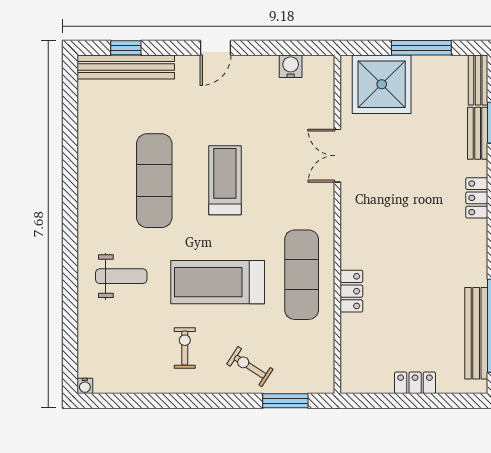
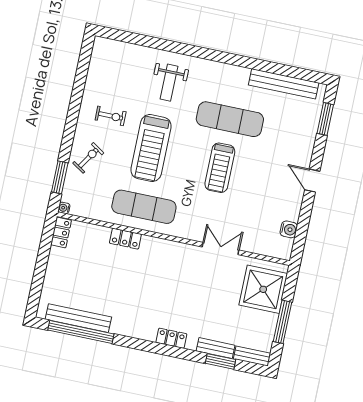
window: (126, 48) -> (325, 119), width x1.50
bench: (126, 67) -> (284, 84), moved, turned 90
treadmill: (225, 180) -> (220, 168), turned 90
treadmill: (218, 282) -> (151, 148), turned 180
locker: (415, 383) -> (61, 232), moved
water cooler: (85, 386) -> (64, 208), moved

